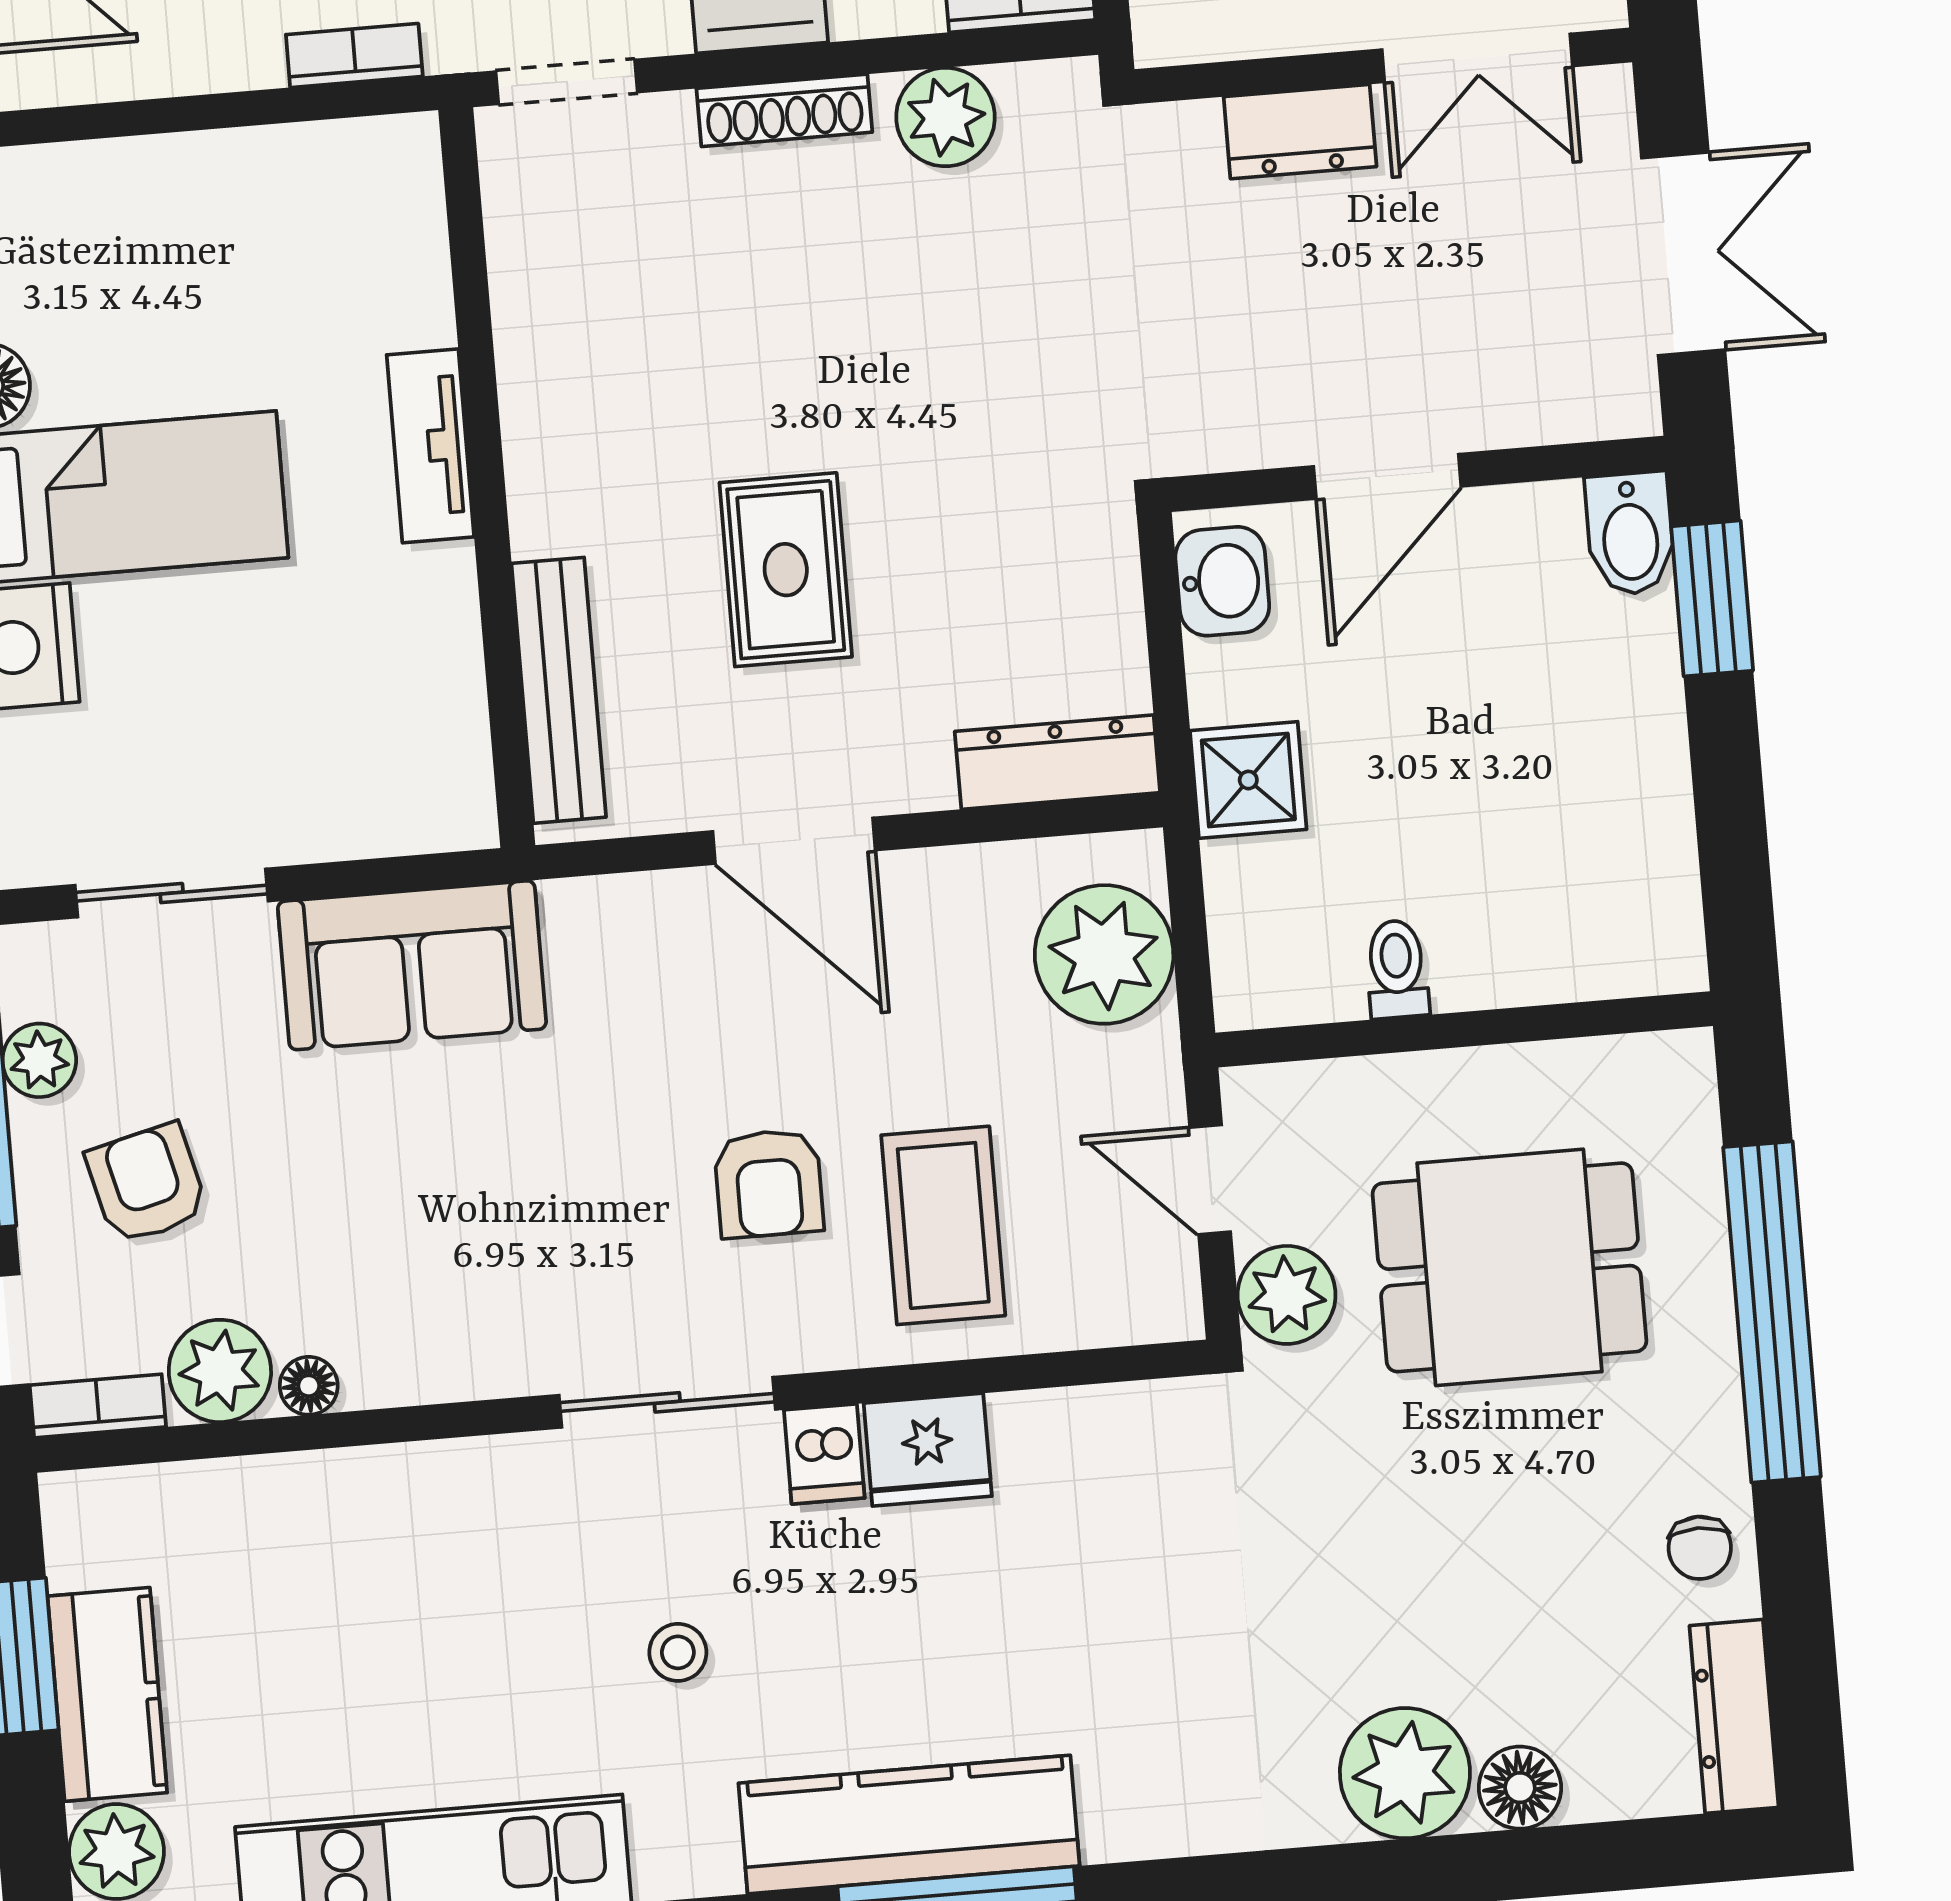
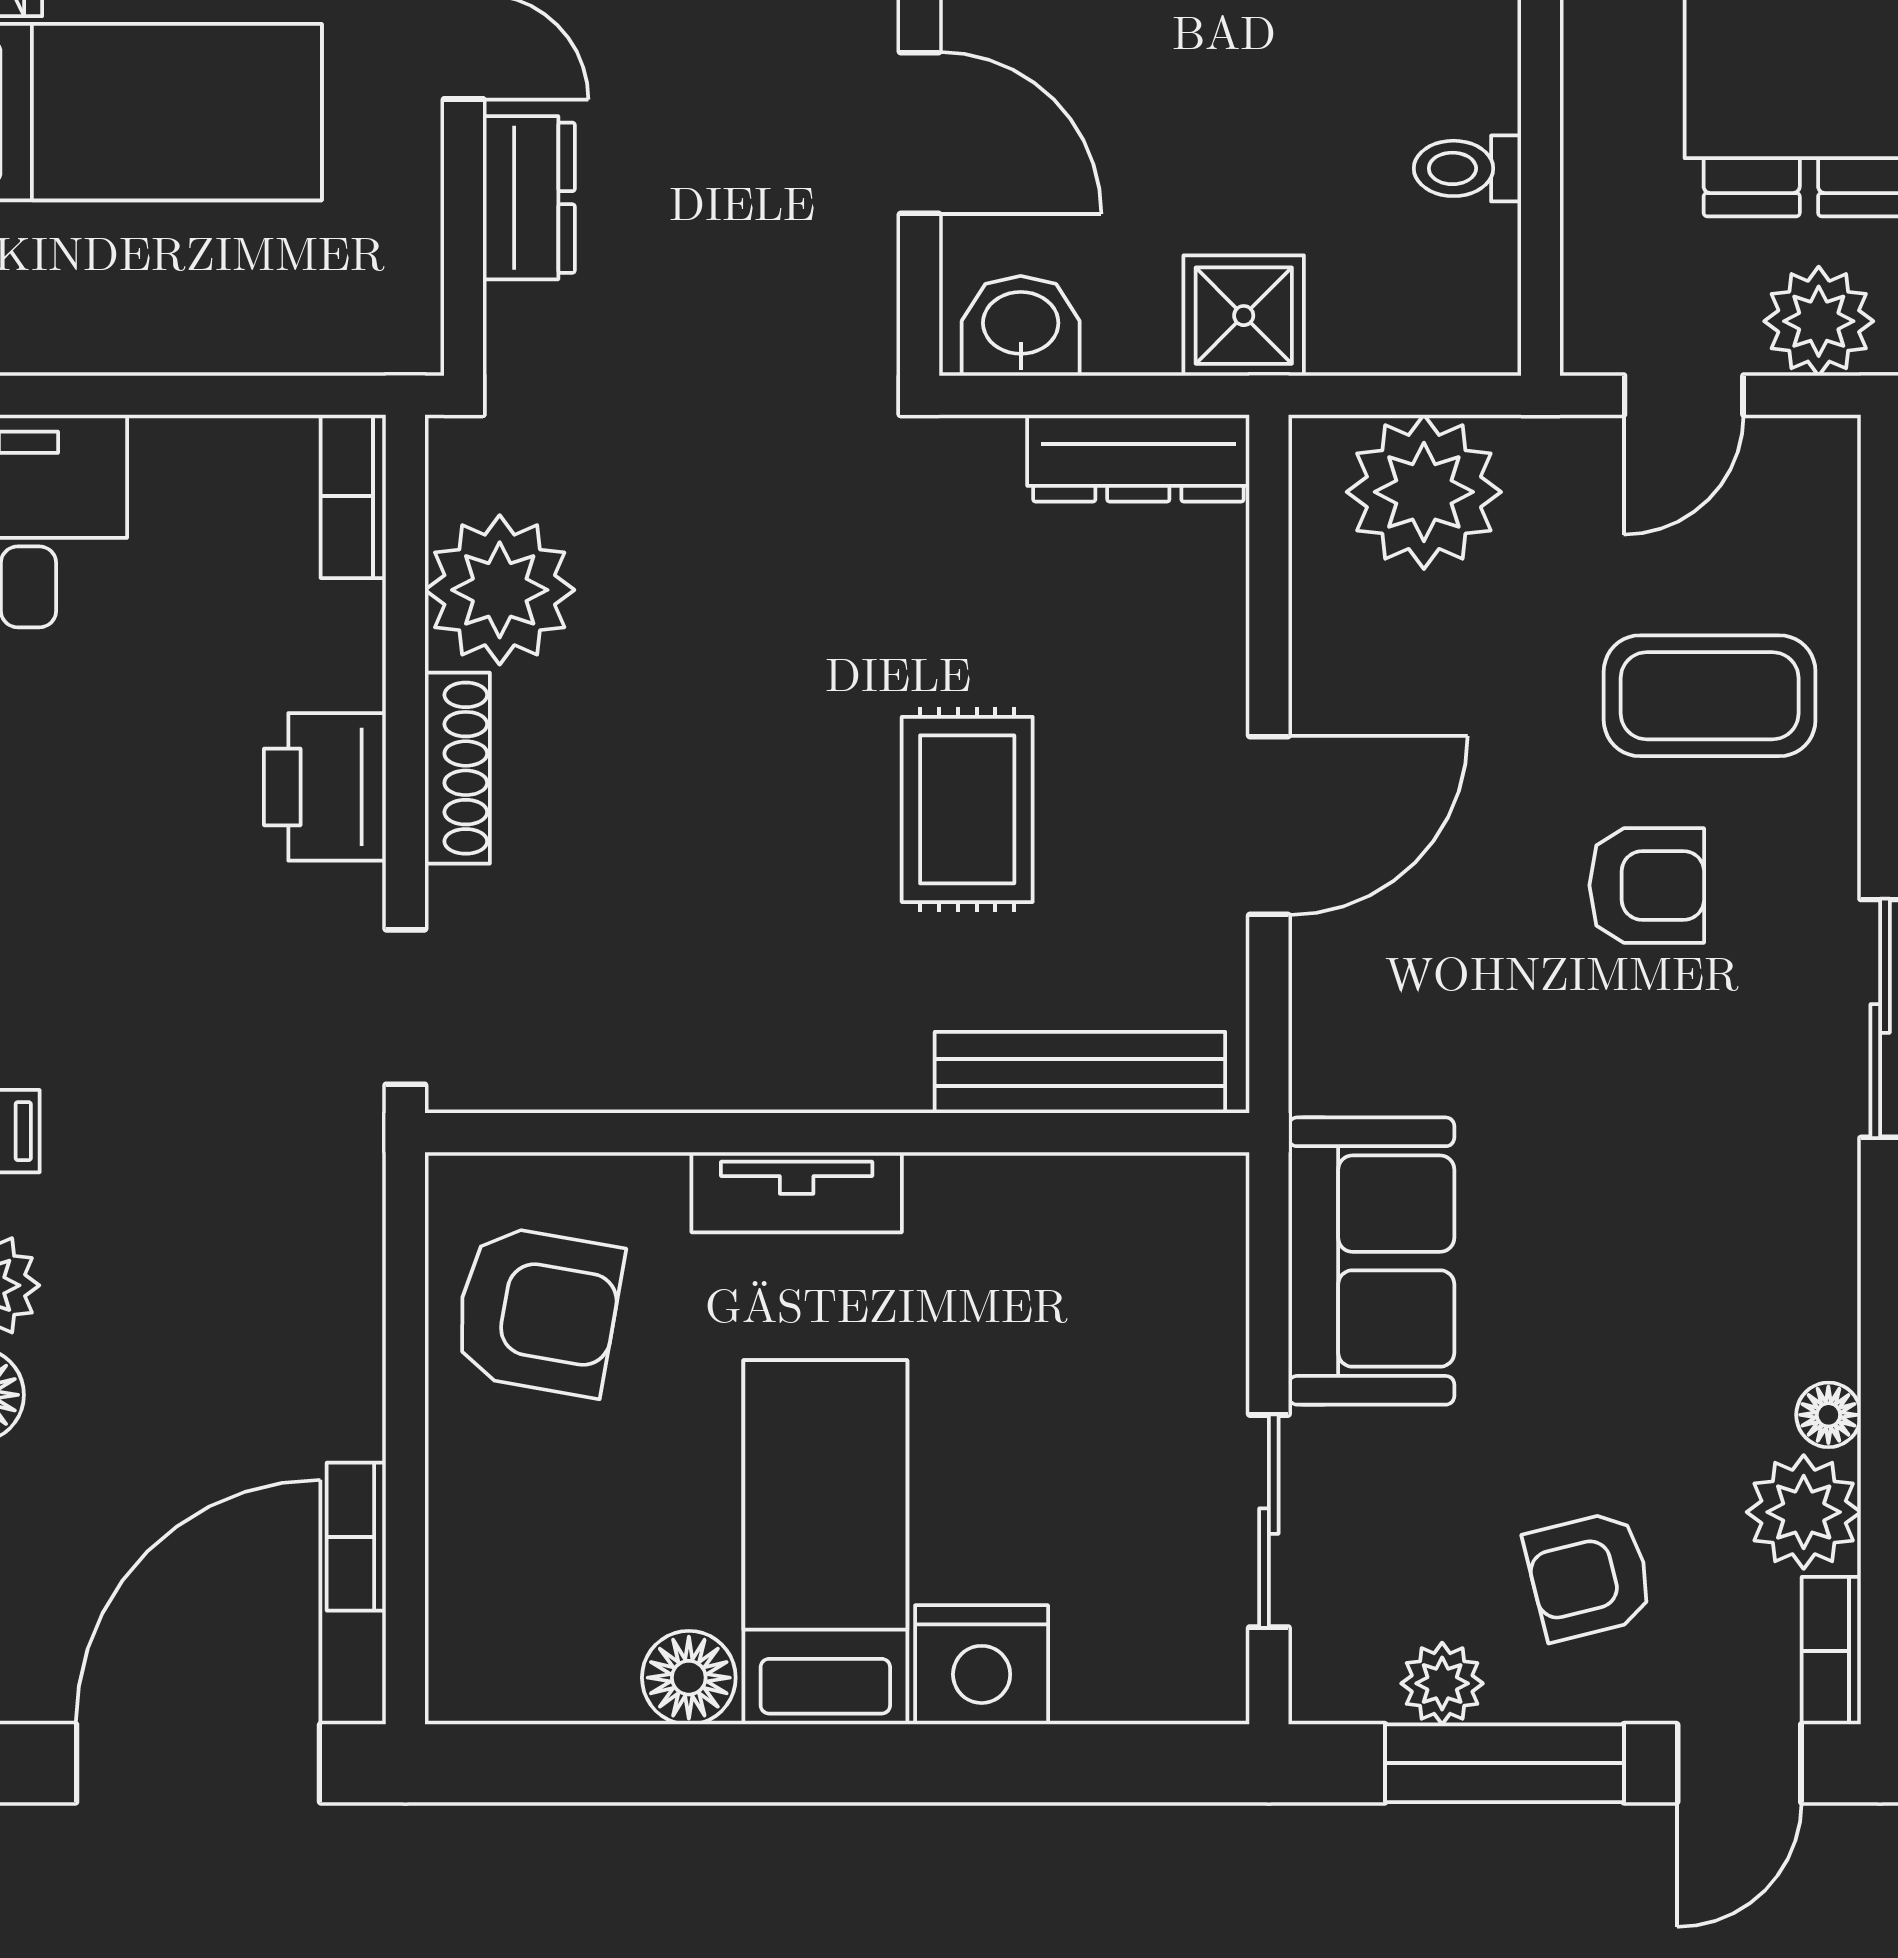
bookcase: (354, 55) -> (356, 1537), moved
plant: (945, 117) -> (500, 590), width x1.36, depth x1.36
armchair: (305, 223) -> (538, 1311), added
rug: (786, 570) -> (967, 809), turned 90
dresser: (1057, 762) -> (1138, 458), moved, turned -90

